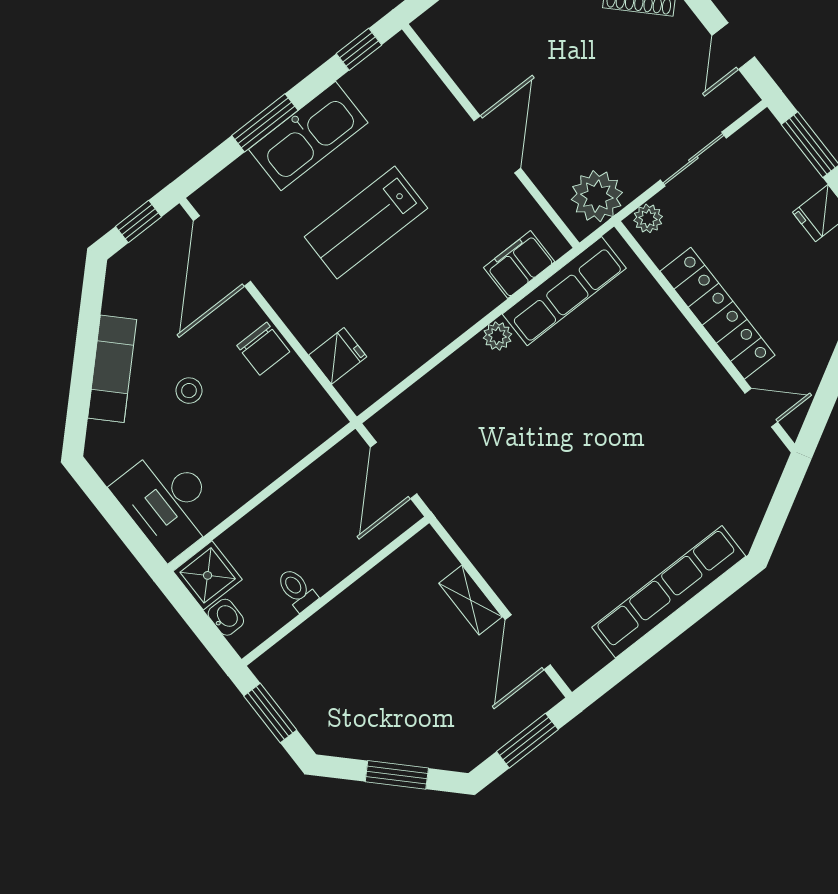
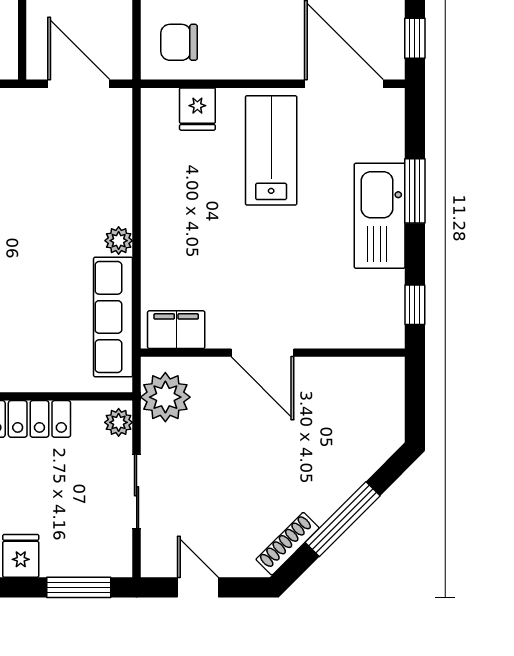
lab bench: (366, 222) -> (271, 150), moved
filing cabinet: (519, 265) -> (176, 330), moved, turned -90
chair: (263, 349) -> (179, 42), moved

